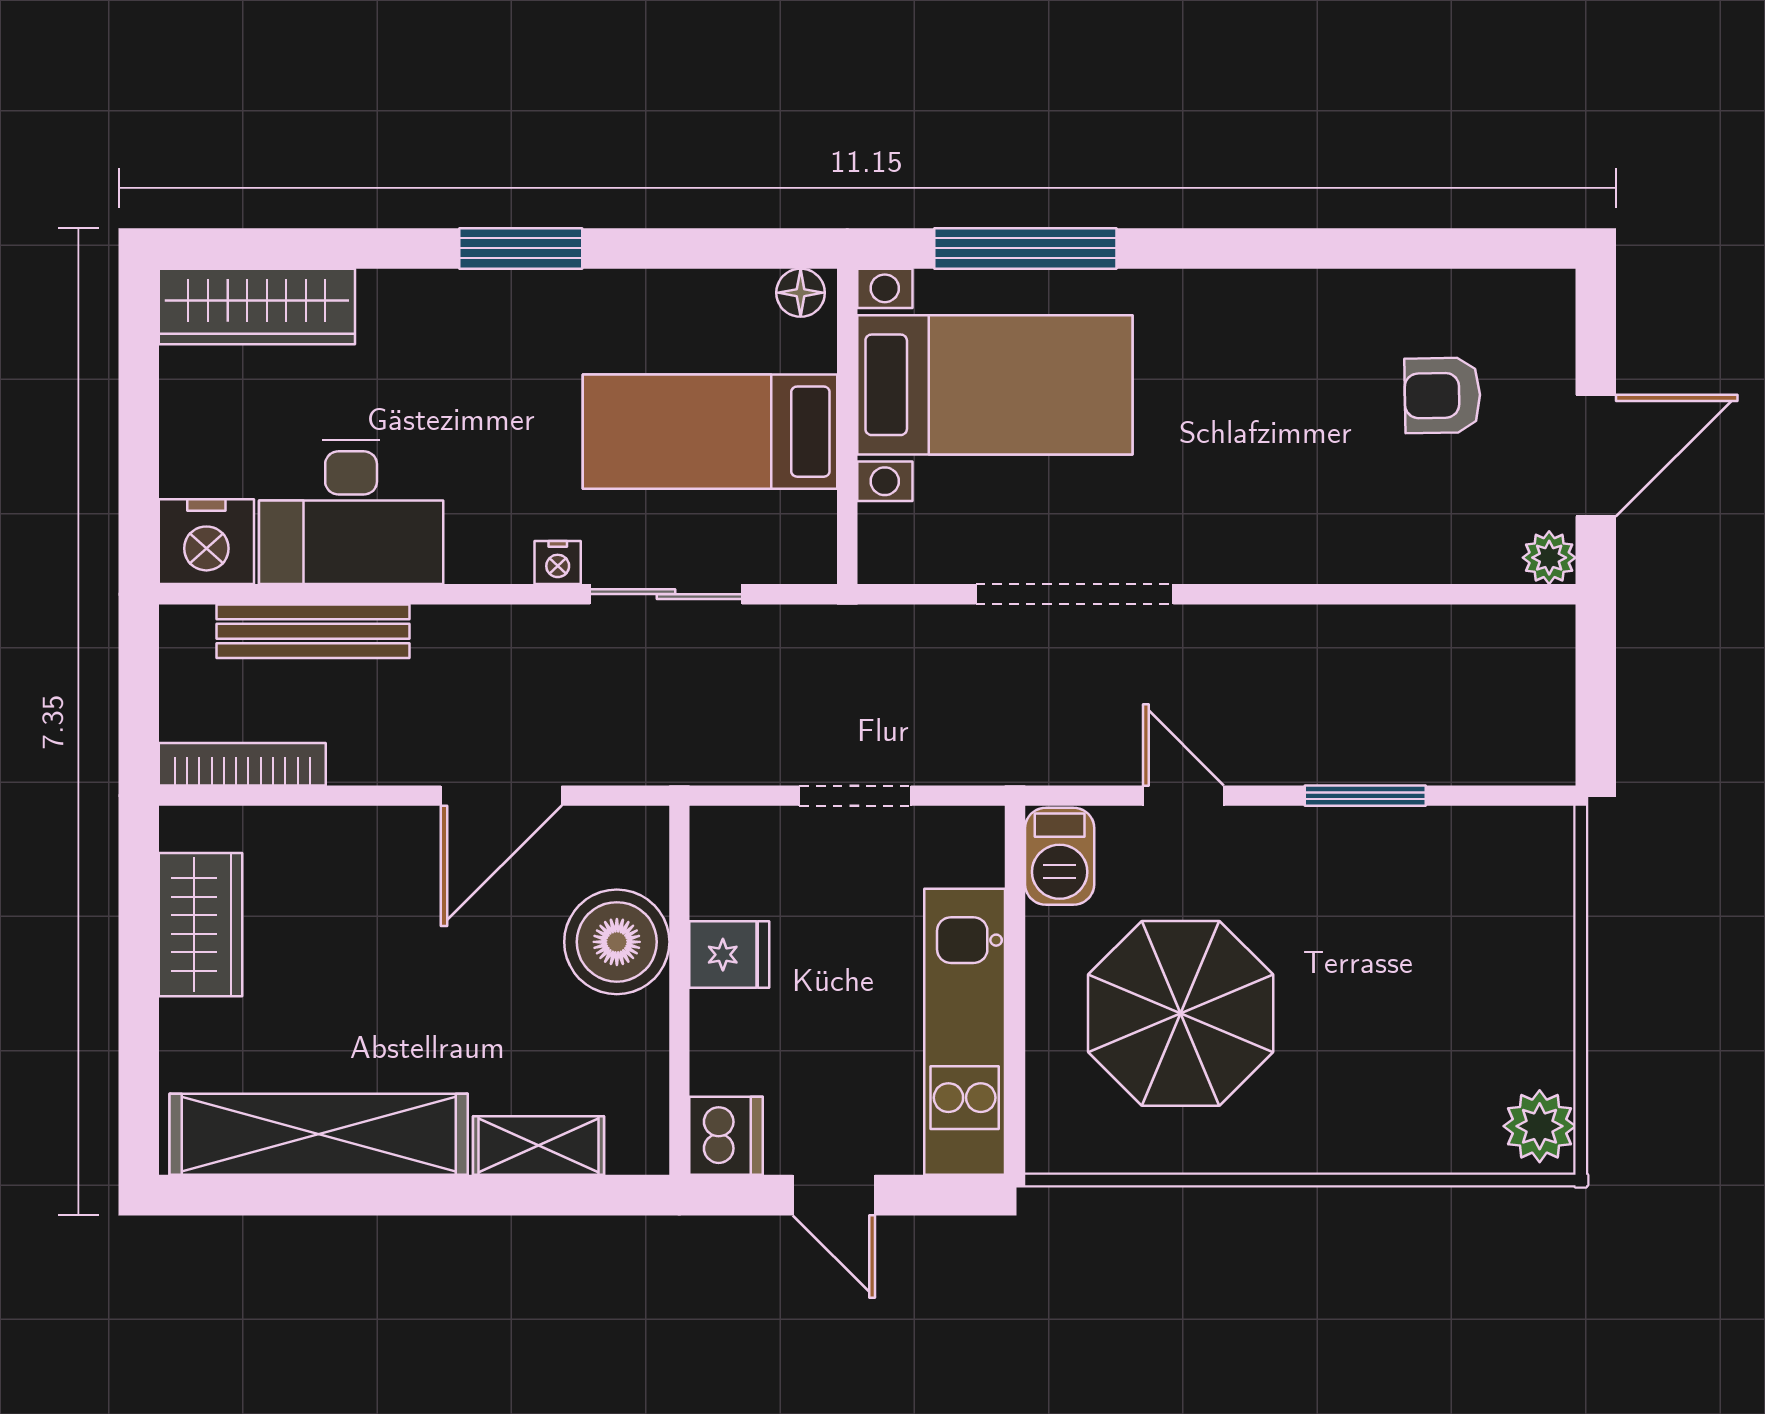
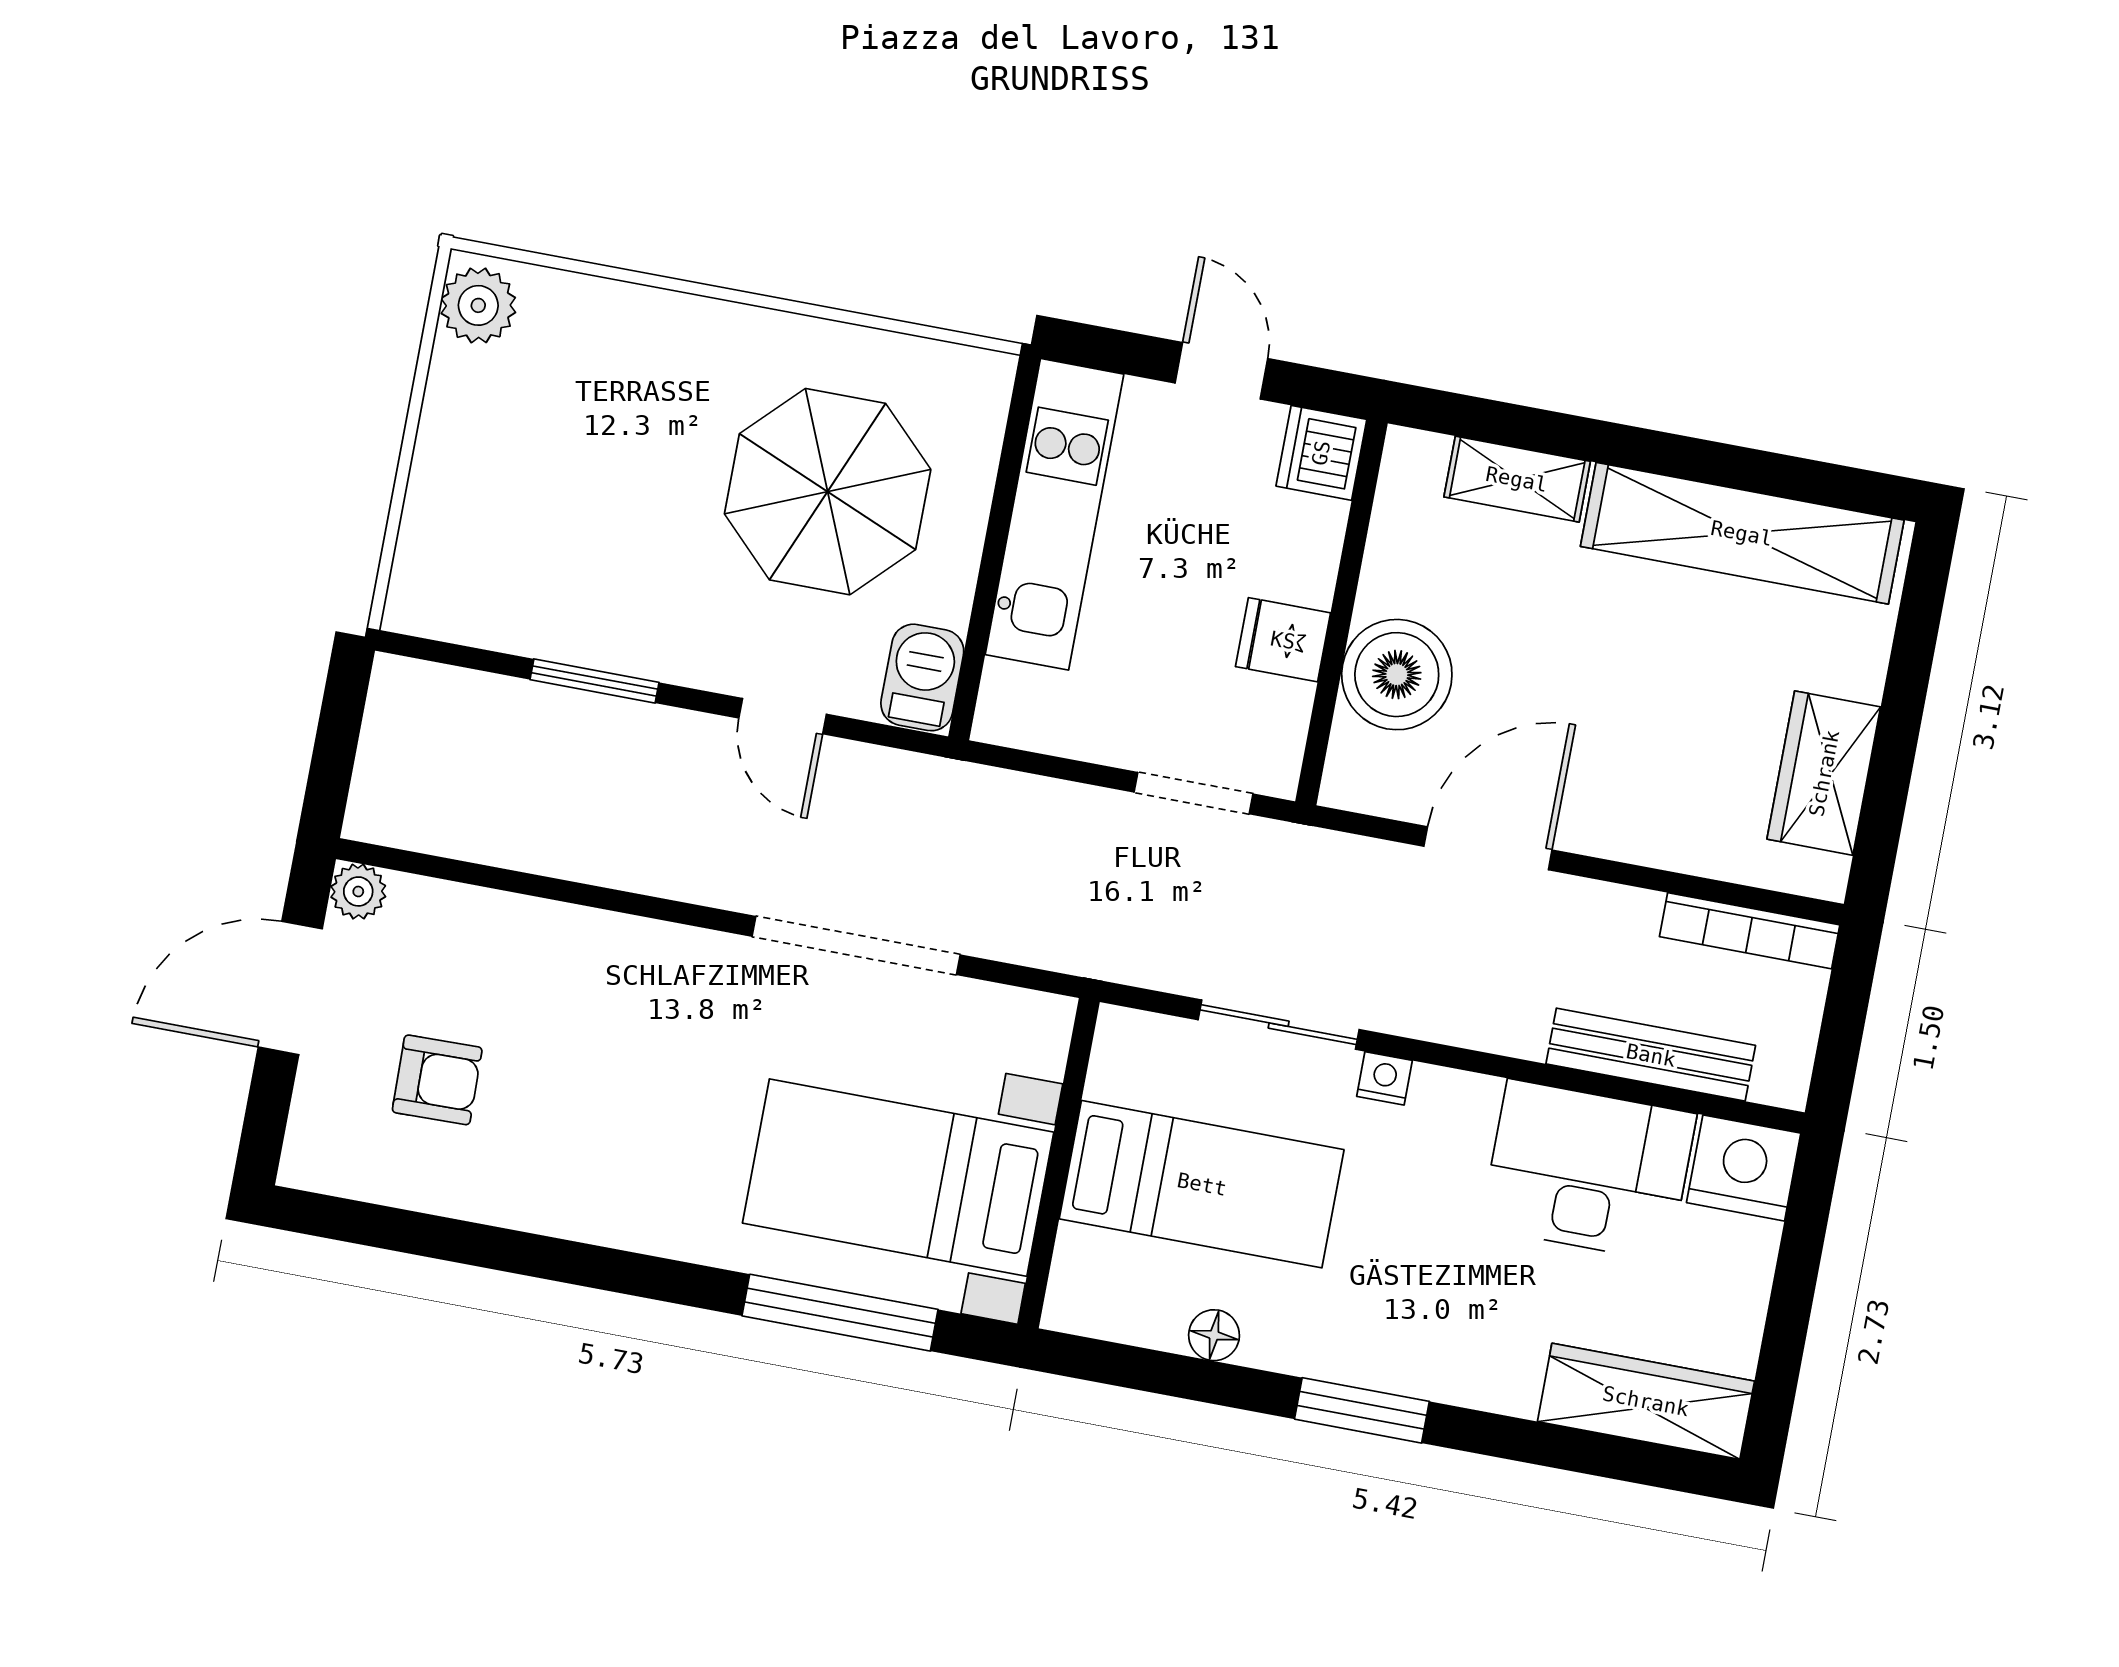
floor lamp: (801, 293) -> (1214, 1335), moved
doorway: (855, 796) -> (1193, 793), moved

